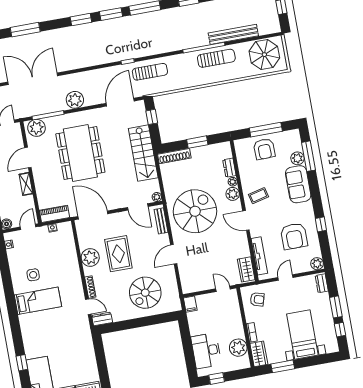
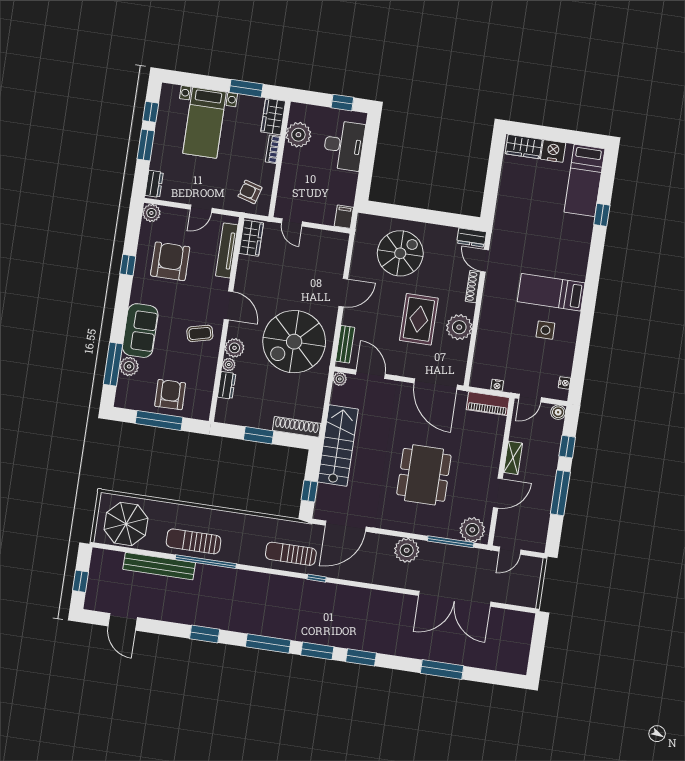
dining table: (80, 153) -> (424, 475), width x0.73, depth x0.80

